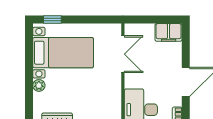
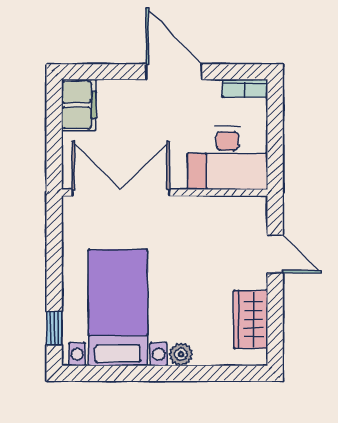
double door: (123, 54) -> (121, 193), width x1.37

